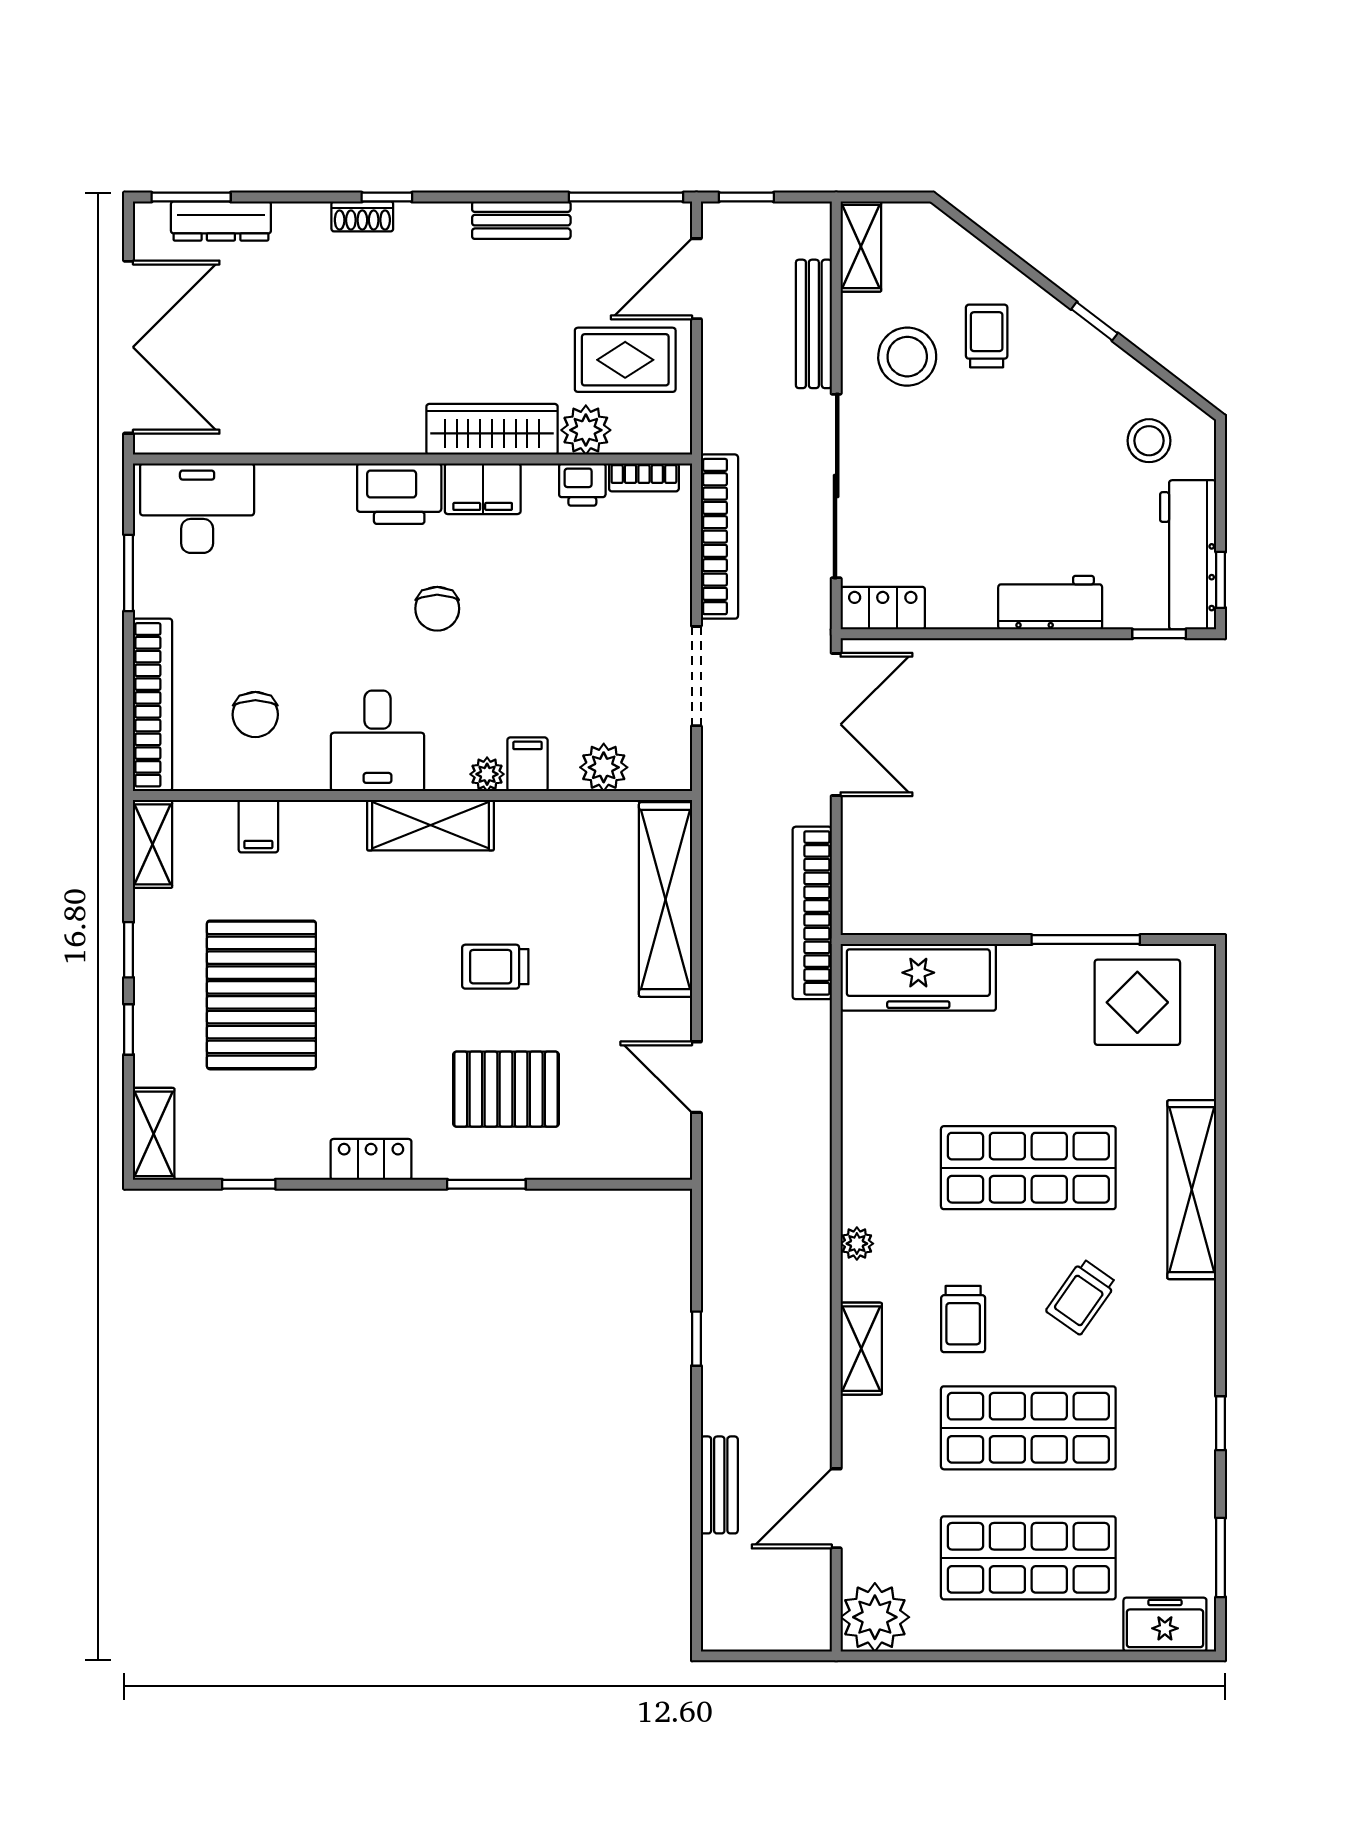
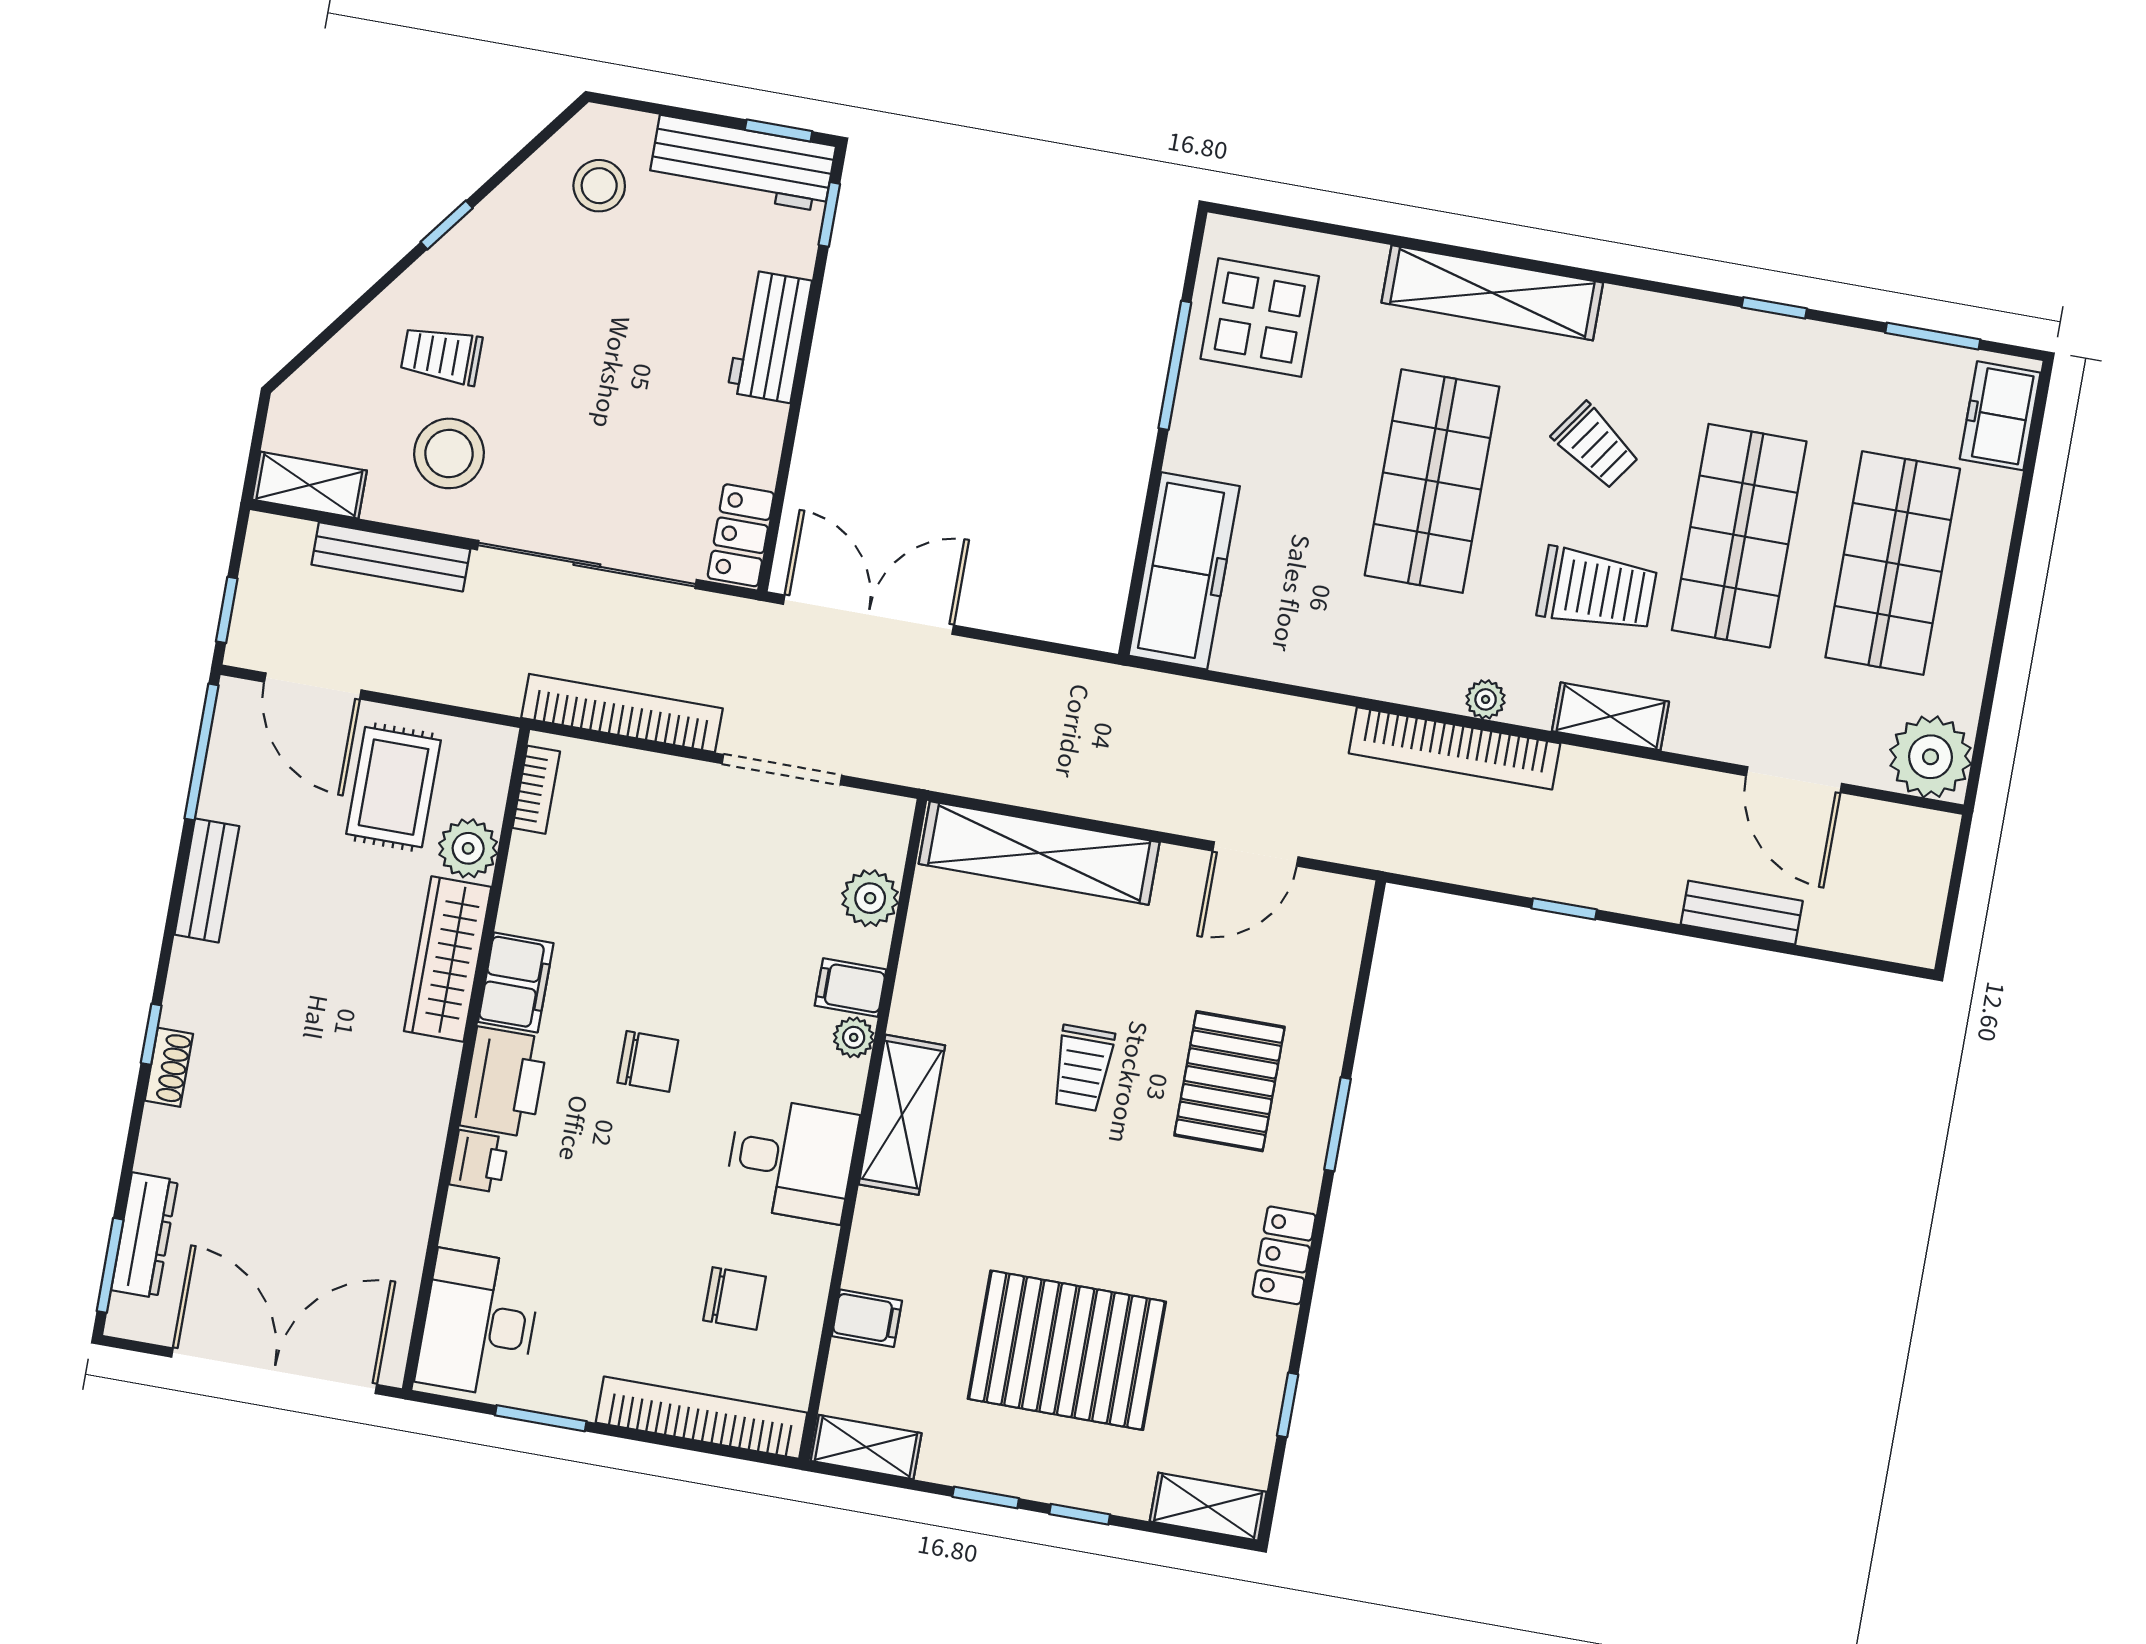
printer: (582, 485) -> (479, 1161), moved
bookcase: (812, 913) -> (1455, 748), moved
trolley: (963, 1319) -> (1597, 590), width x1.36, depth x1.39

